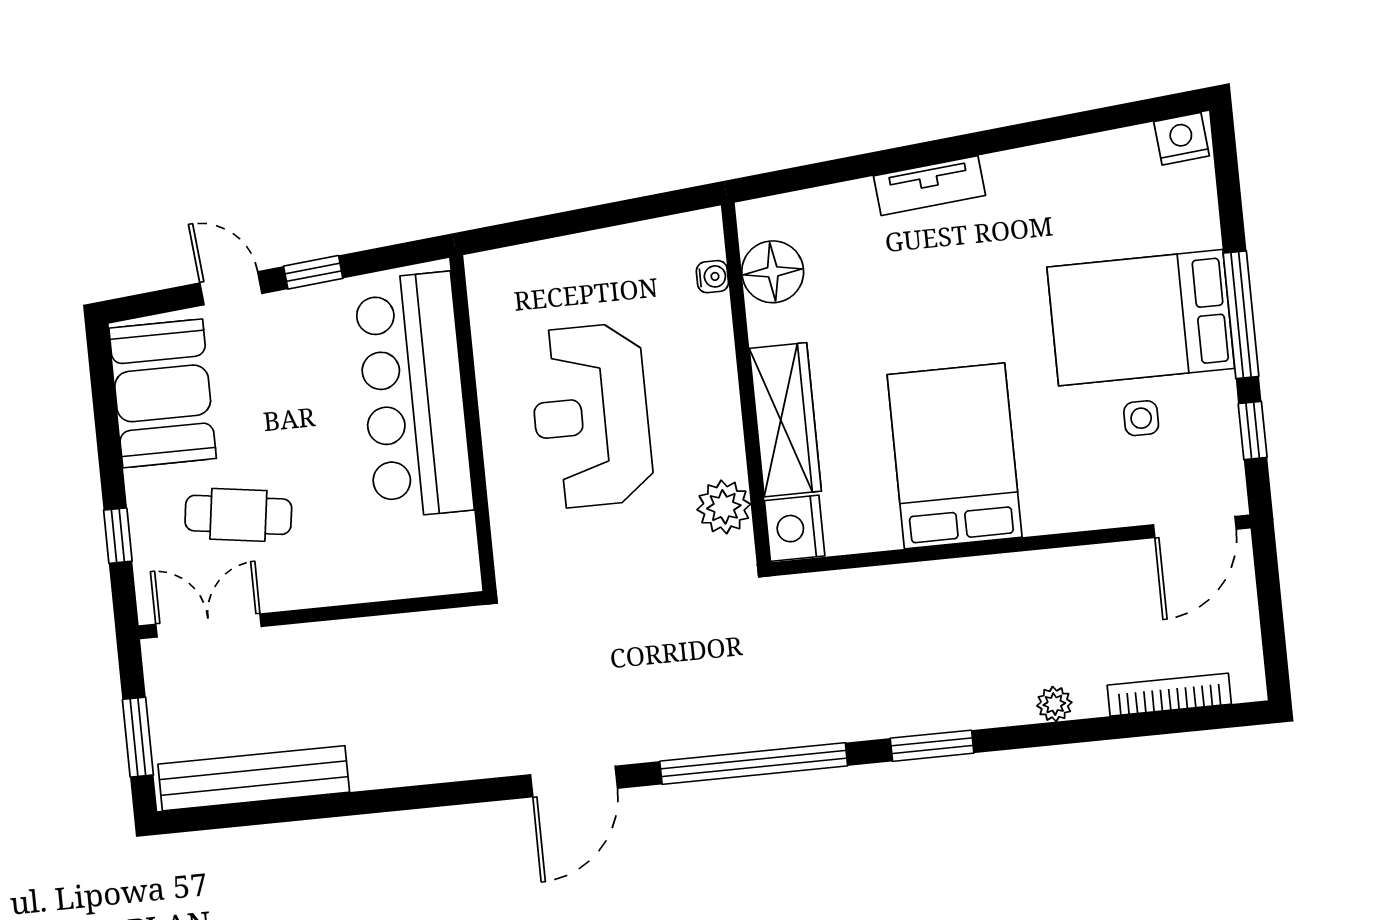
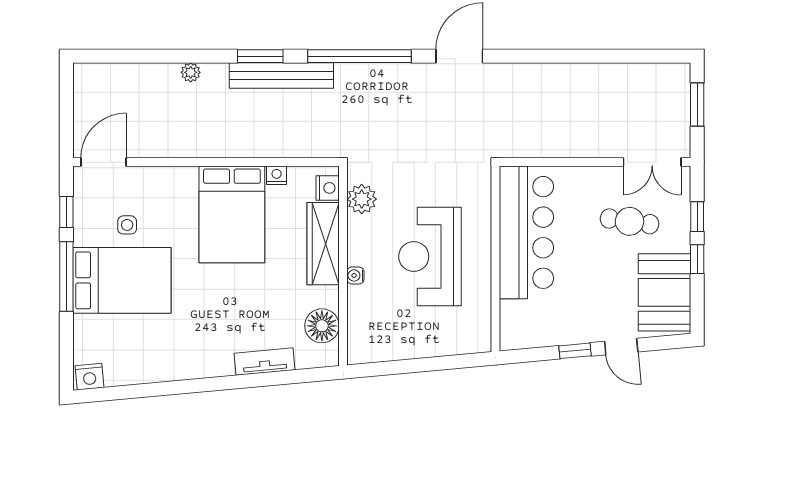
tv unit: (930, 186) -> (264, 362), moved
water cooler: (712, 277) -> (355, 275), moved
bar counter: (414, 395) -> (526, 232), moved
reception desk: (591, 416) -> (430, 256), turned 180
window: (110, 459) -> (697, 259), added
nightstand: (795, 528) -> (328, 188), width x0.74, depth x0.75
nightstand: (881, 534) -> (277, 175), added
bookcase: (1169, 695) -> (127, 71), removed
bench: (254, 778) -> (281, 76), moved

